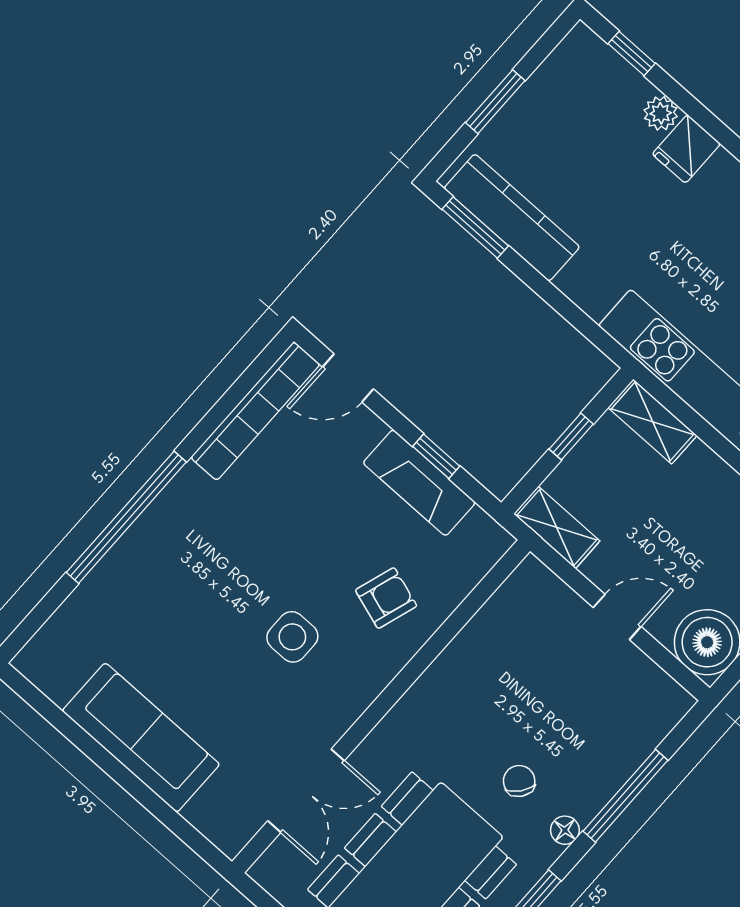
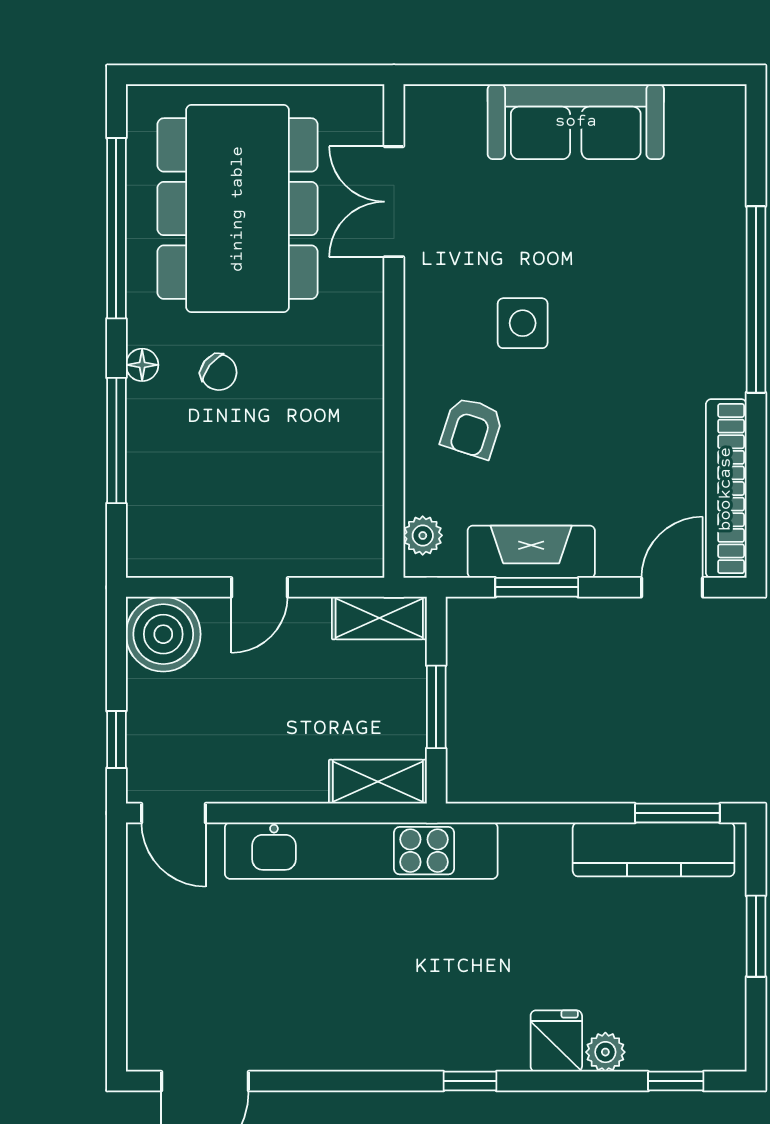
window: (571, 437) -> (436, 707), width x1.50
window: (436, 456) -> (537, 587), width x1.50
plant: (481, 556) -> (423, 535), added

